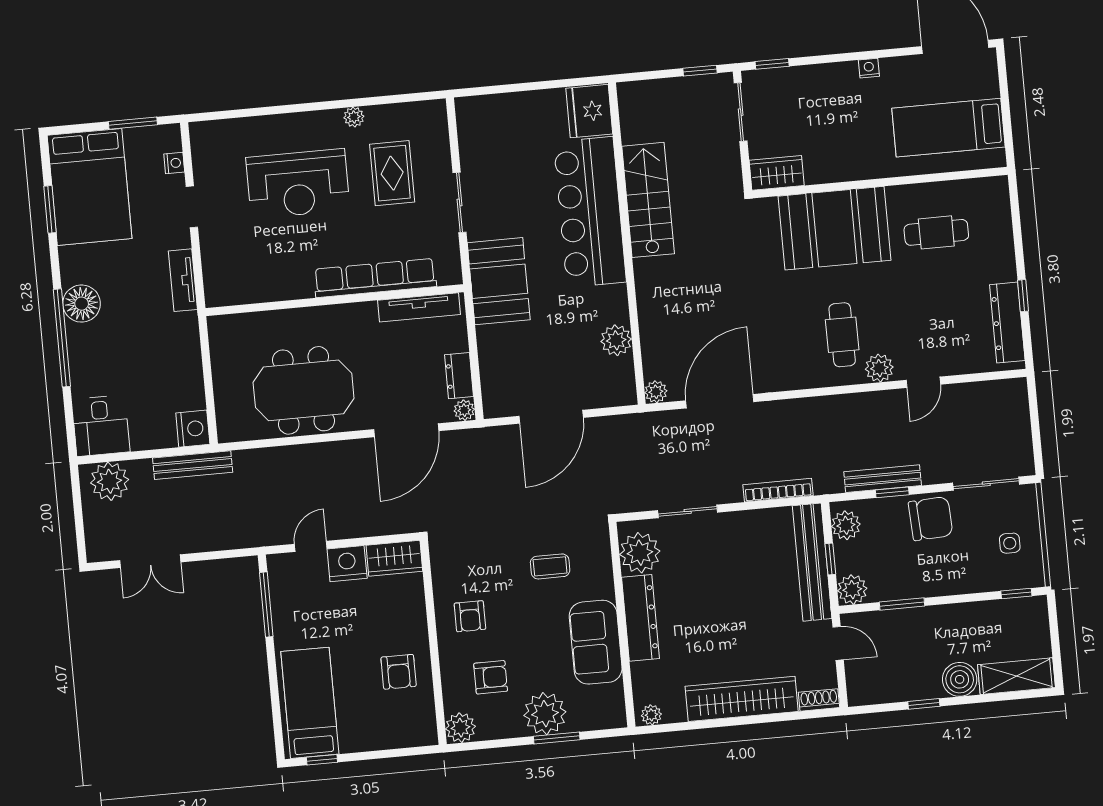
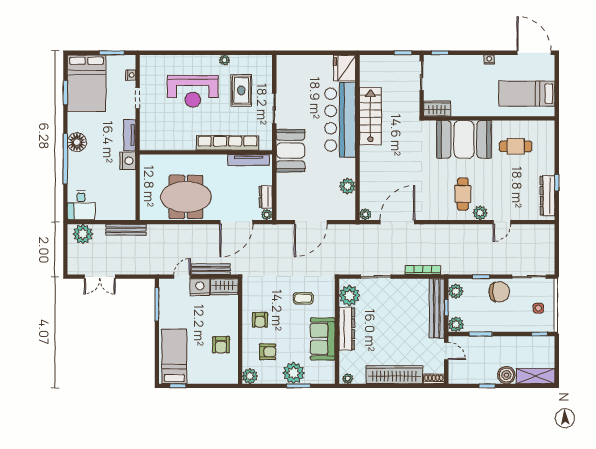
nightstand: (193, 429) -> (128, 161), moved
bench: (883, 479) -> (211, 269), moved

